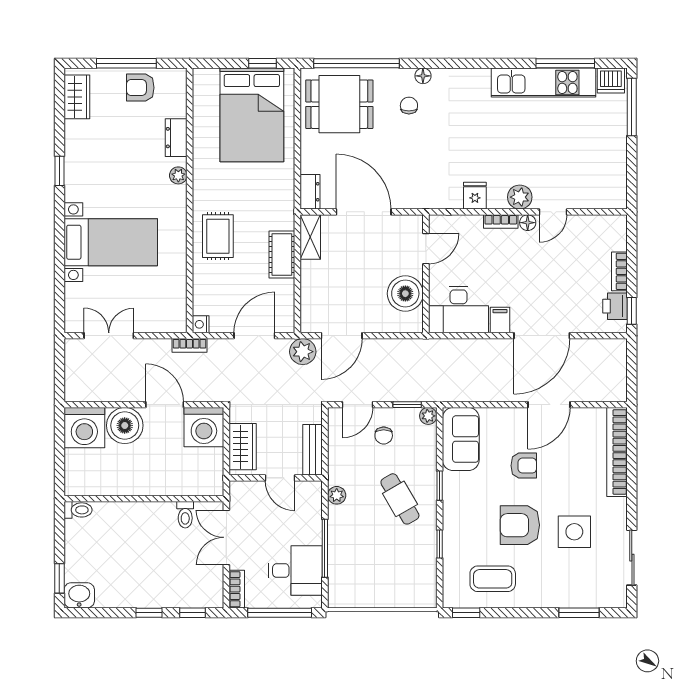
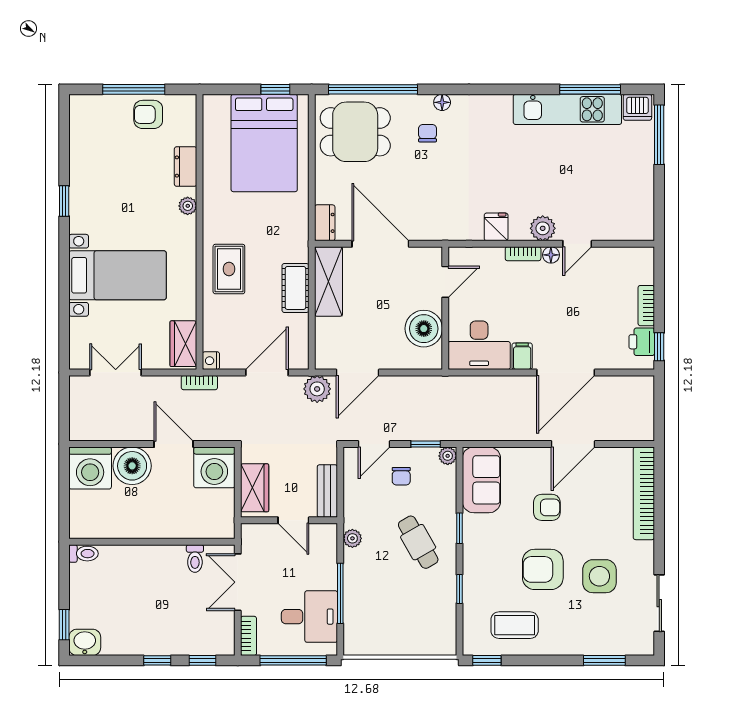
wardrobe: (77, 97) -> (183, 344), moved, turned 180
shelving: (310, 237) -> (328, 281), width x1.50, depth x1.33

